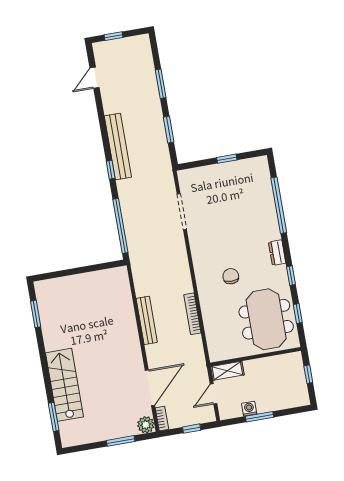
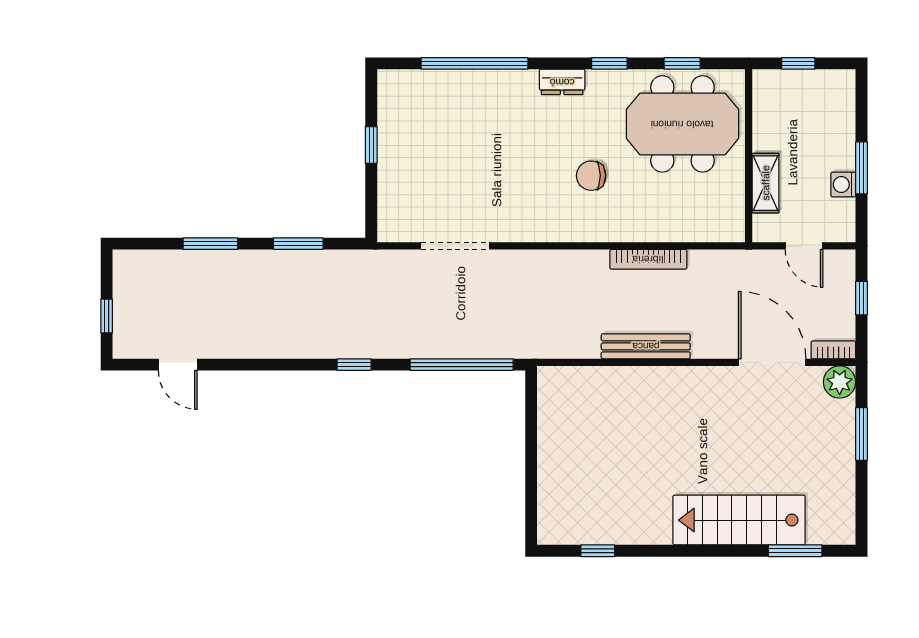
bench: (118, 147) -> (313, 344), removed
window: (36, 314) -> (598, 551), width x0.67
shelving: (227, 371) -> (766, 183), moved

